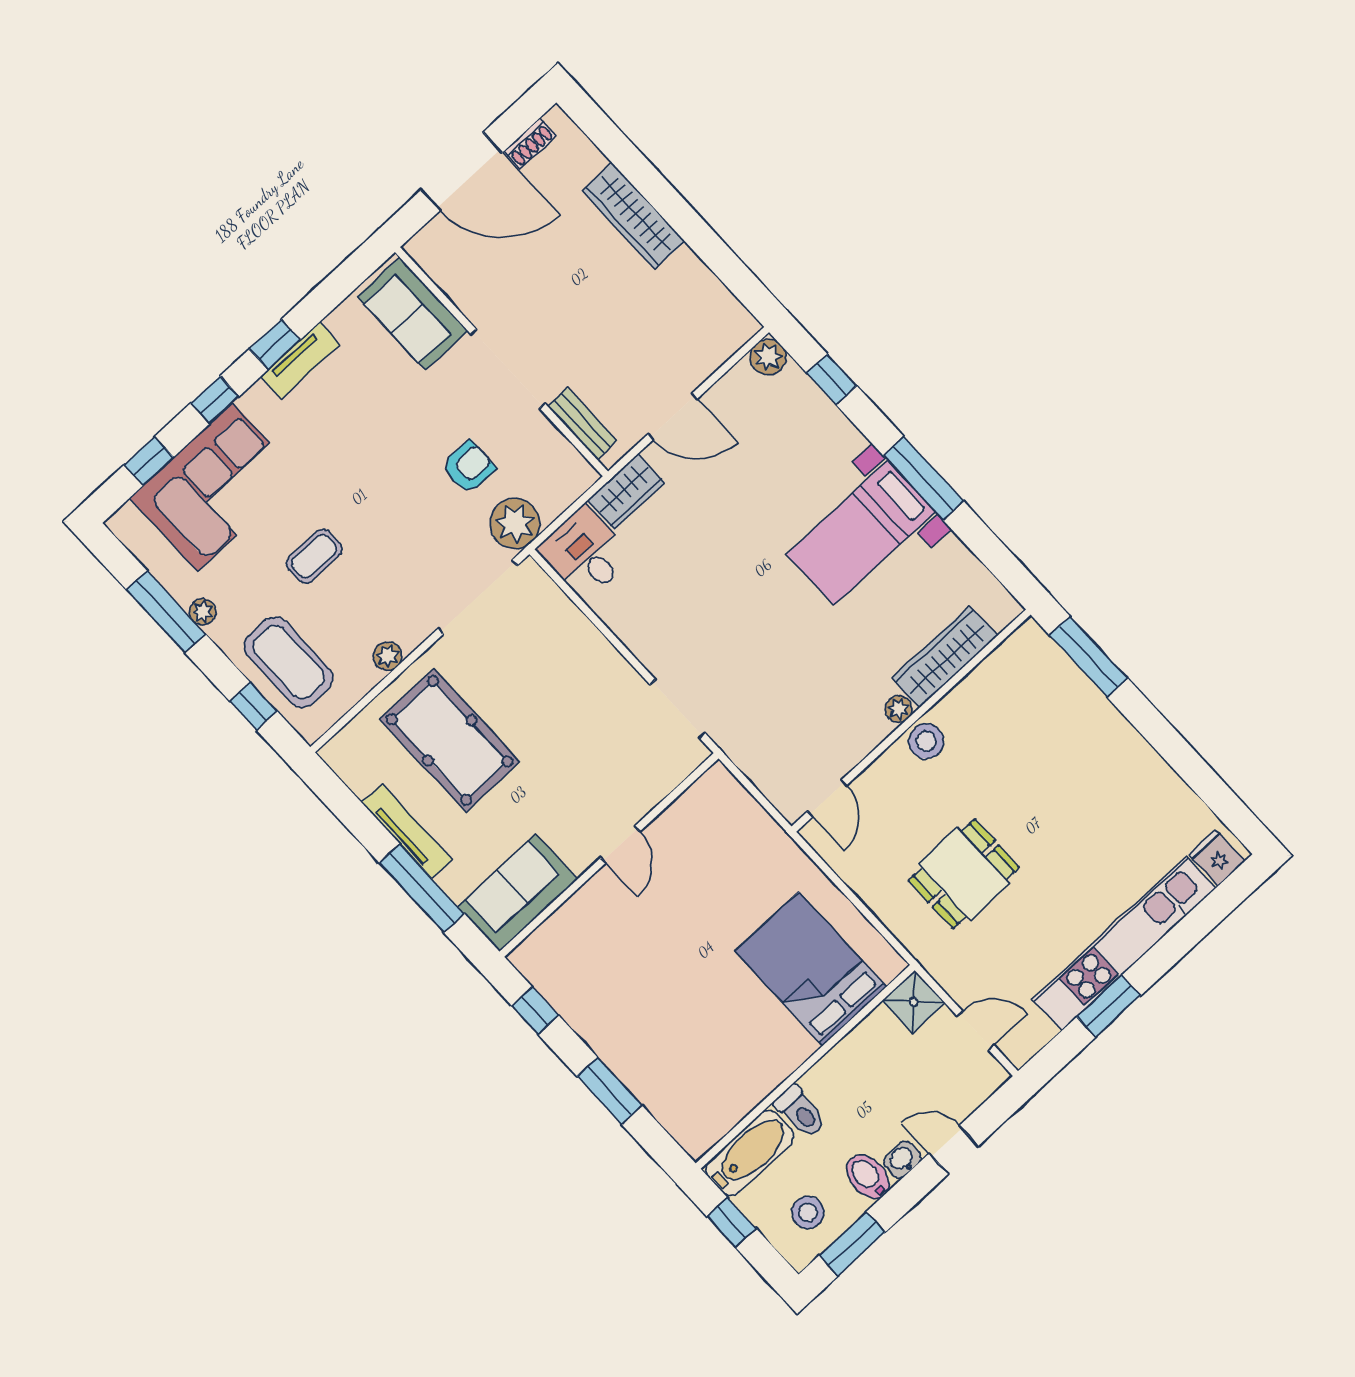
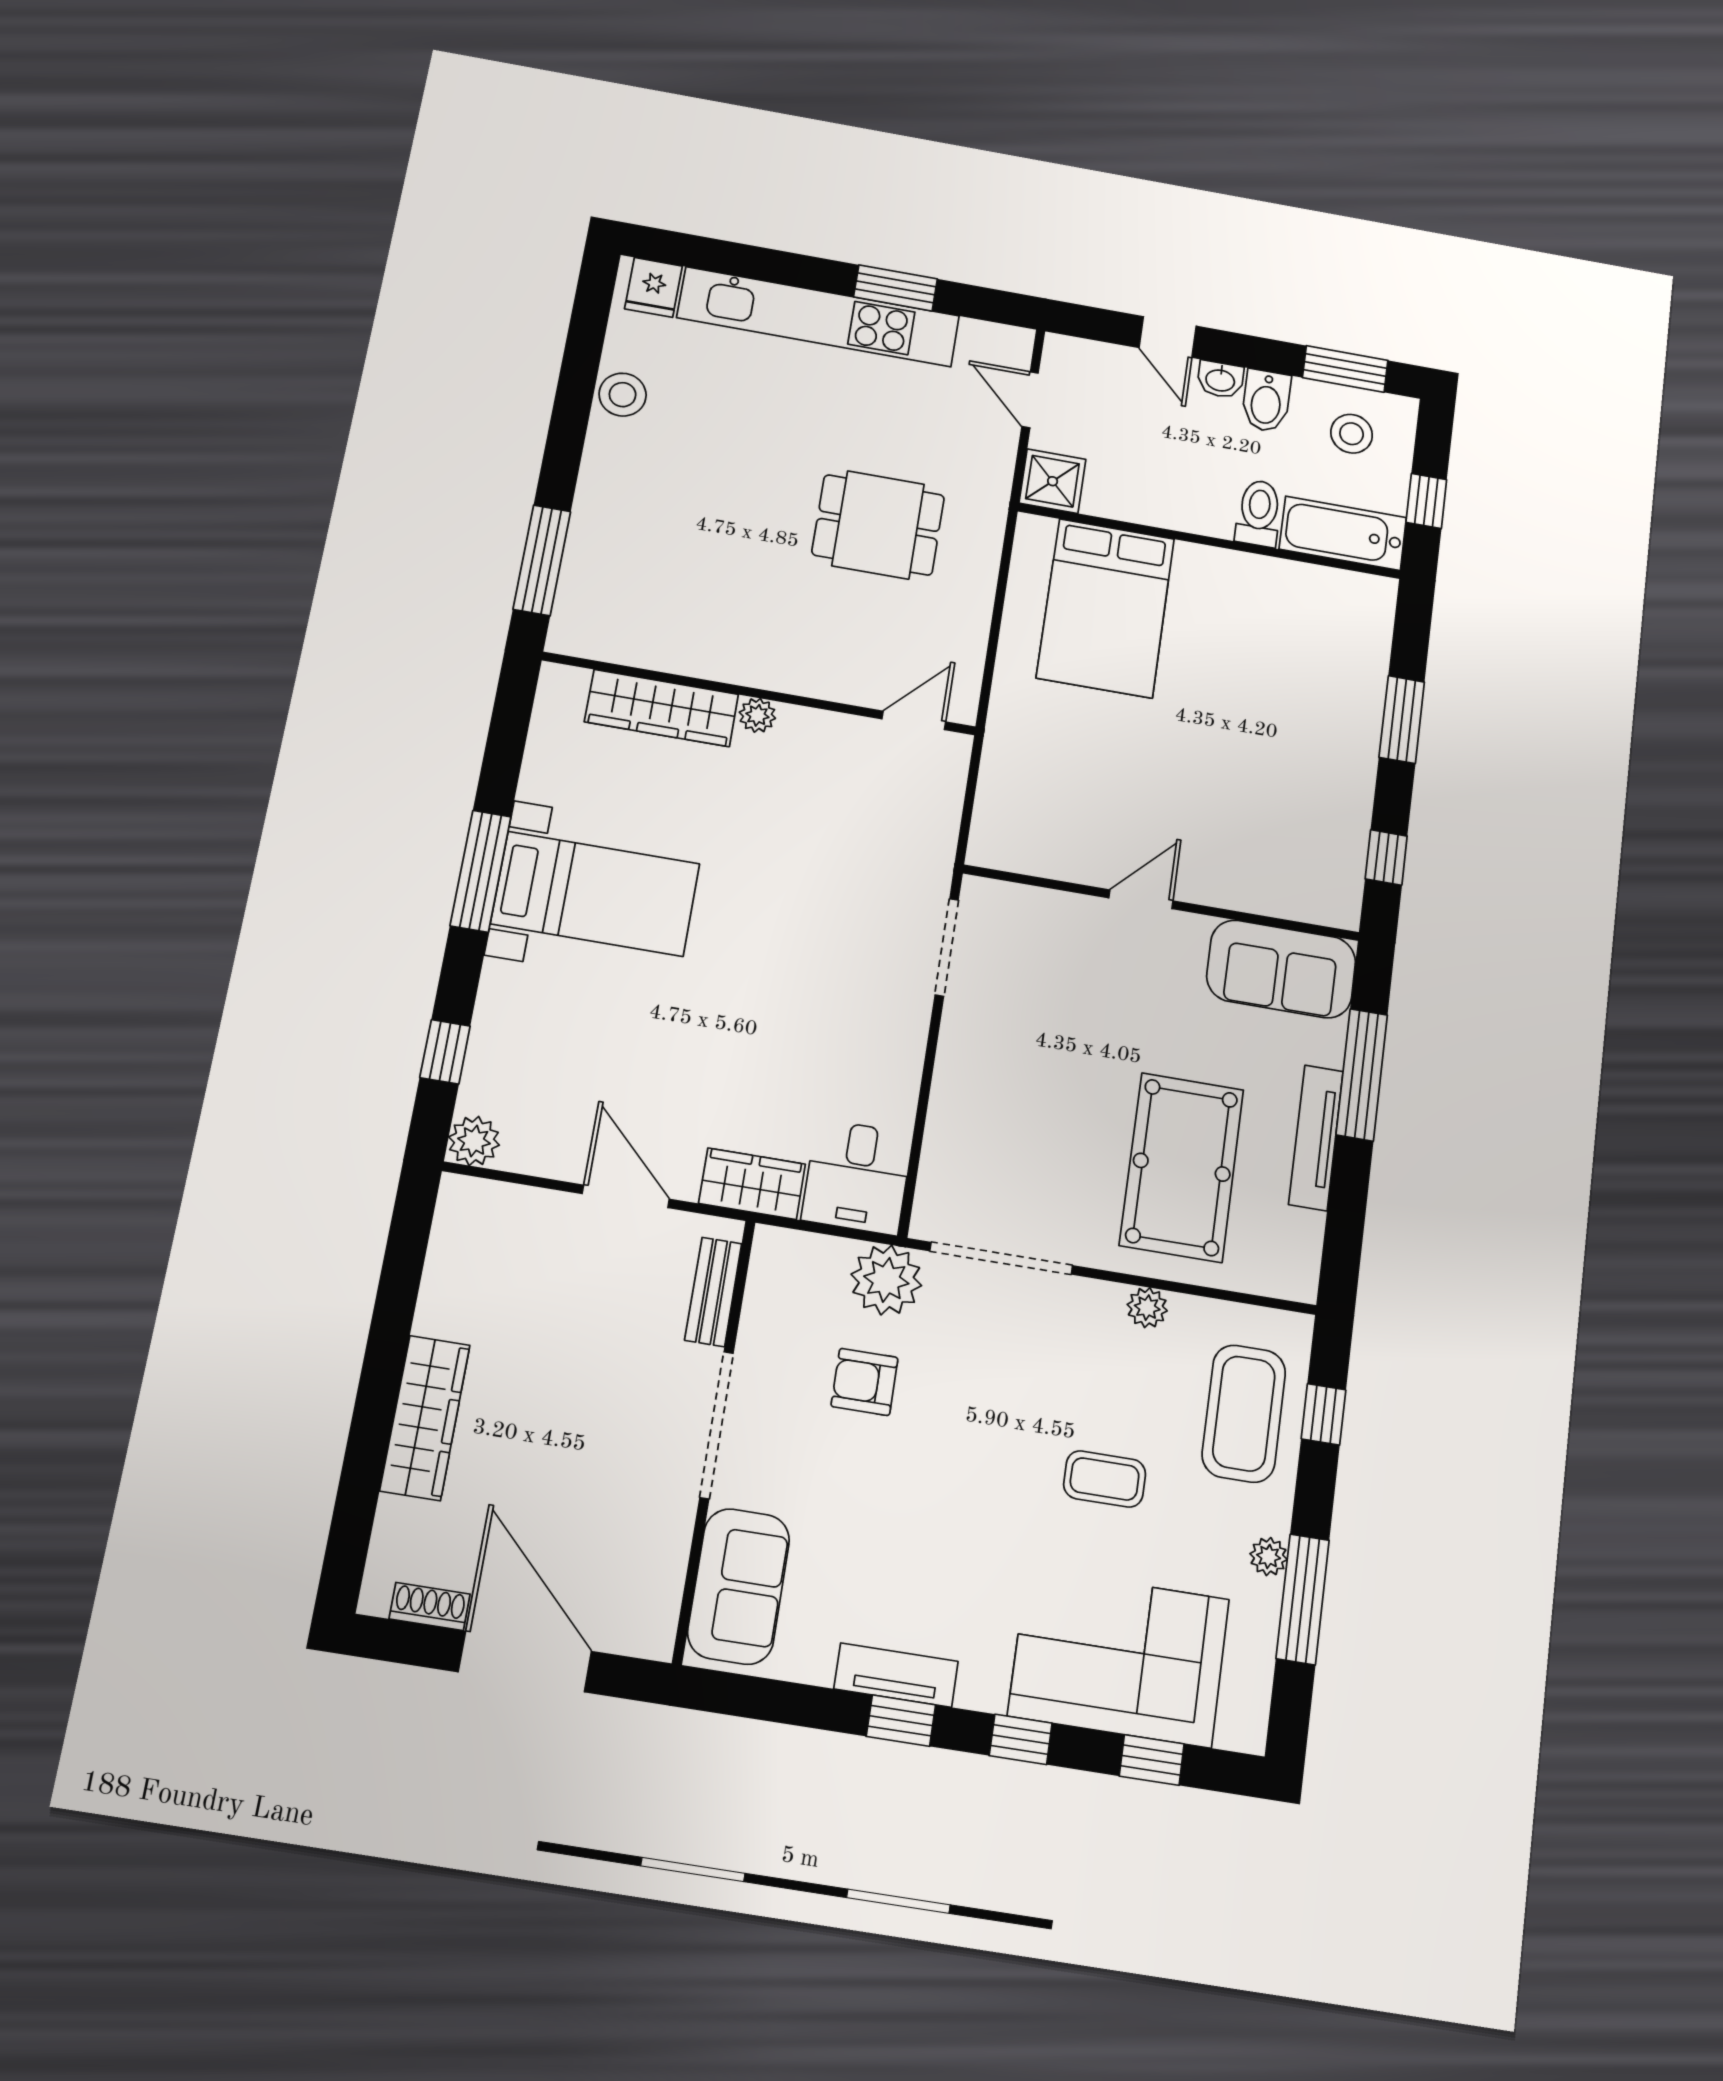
stool: (926, 741) -> (623, 395), moved

